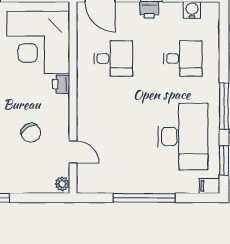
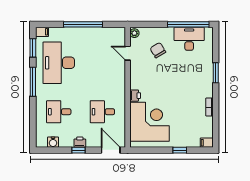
chair: (31, 133) -> (158, 50), moved

